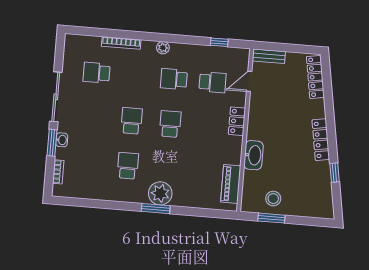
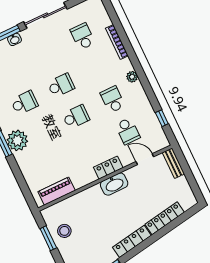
locker: (315, 77) -> (165, 218), moved
washbasin: (253, 155) -> (114, 184), moved

